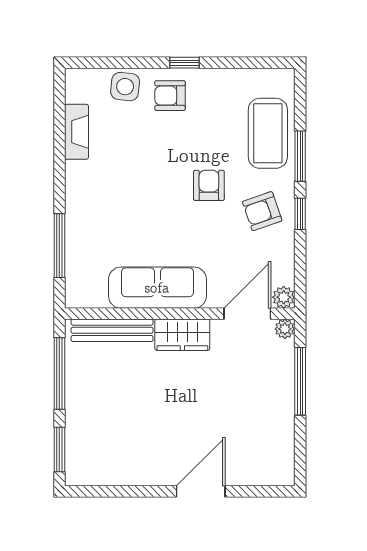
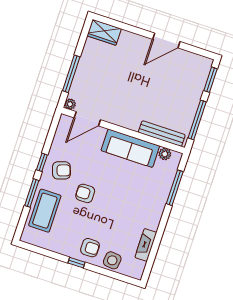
armchair: (209, 185) -> (85, 193), turned 90
plant: (284, 297) -> (165, 154), moved
wardrobe: (182, 335) -> (104, 32), moved, turned 180
door: (201, 491) -> (166, 40), moved

